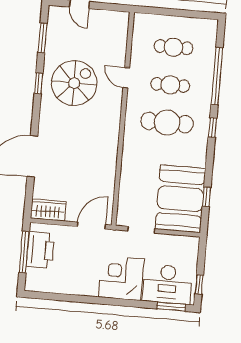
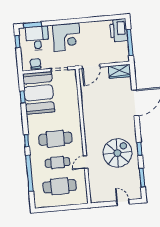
cafe table: (173, 47) -> (60, 186), width x1.37, depth x1.35
door: (126, 78) -> (86, 162), swing flipped
spiral stairs: (74, 83) -> (117, 153), turned 180
chair: (177, 245) -> (35, 64), added
printer: (40, 250) -> (119, 30), moved
desk: (167, 284) -> (37, 38), width x0.73

